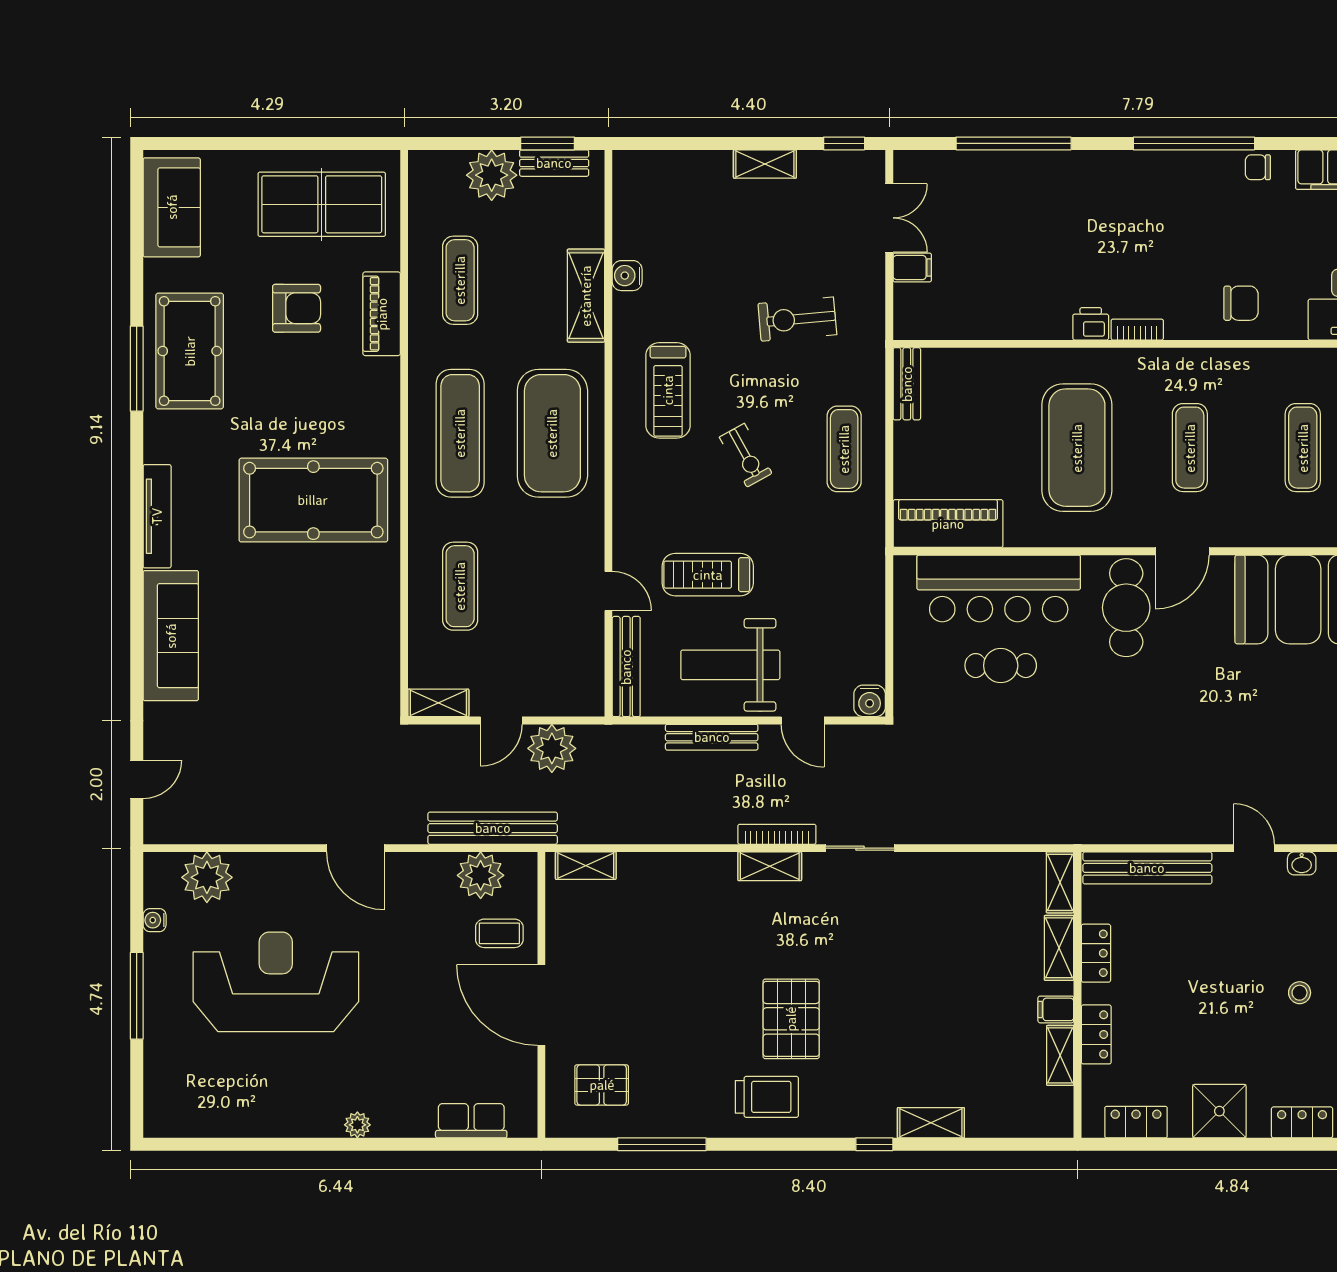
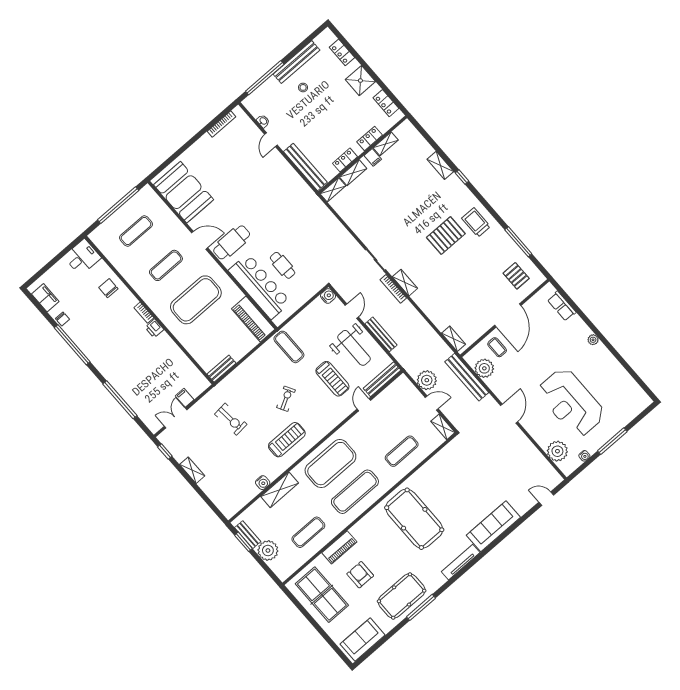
exercise mat: (844, 449) -> (289, 347), moved, turned 90

